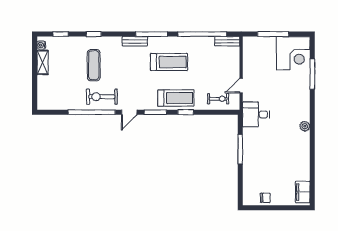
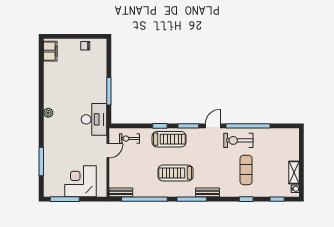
window: (273, 34) -> (65, 199), moved
corner desk: (293, 53) -> (81, 181), moved
exercise bike: (102, 97) -> (238, 140), turned 180
treadmill: (176, 98) -> (169, 139), turned 180
desk: (256, 114) -> (94, 119), width x1.37

